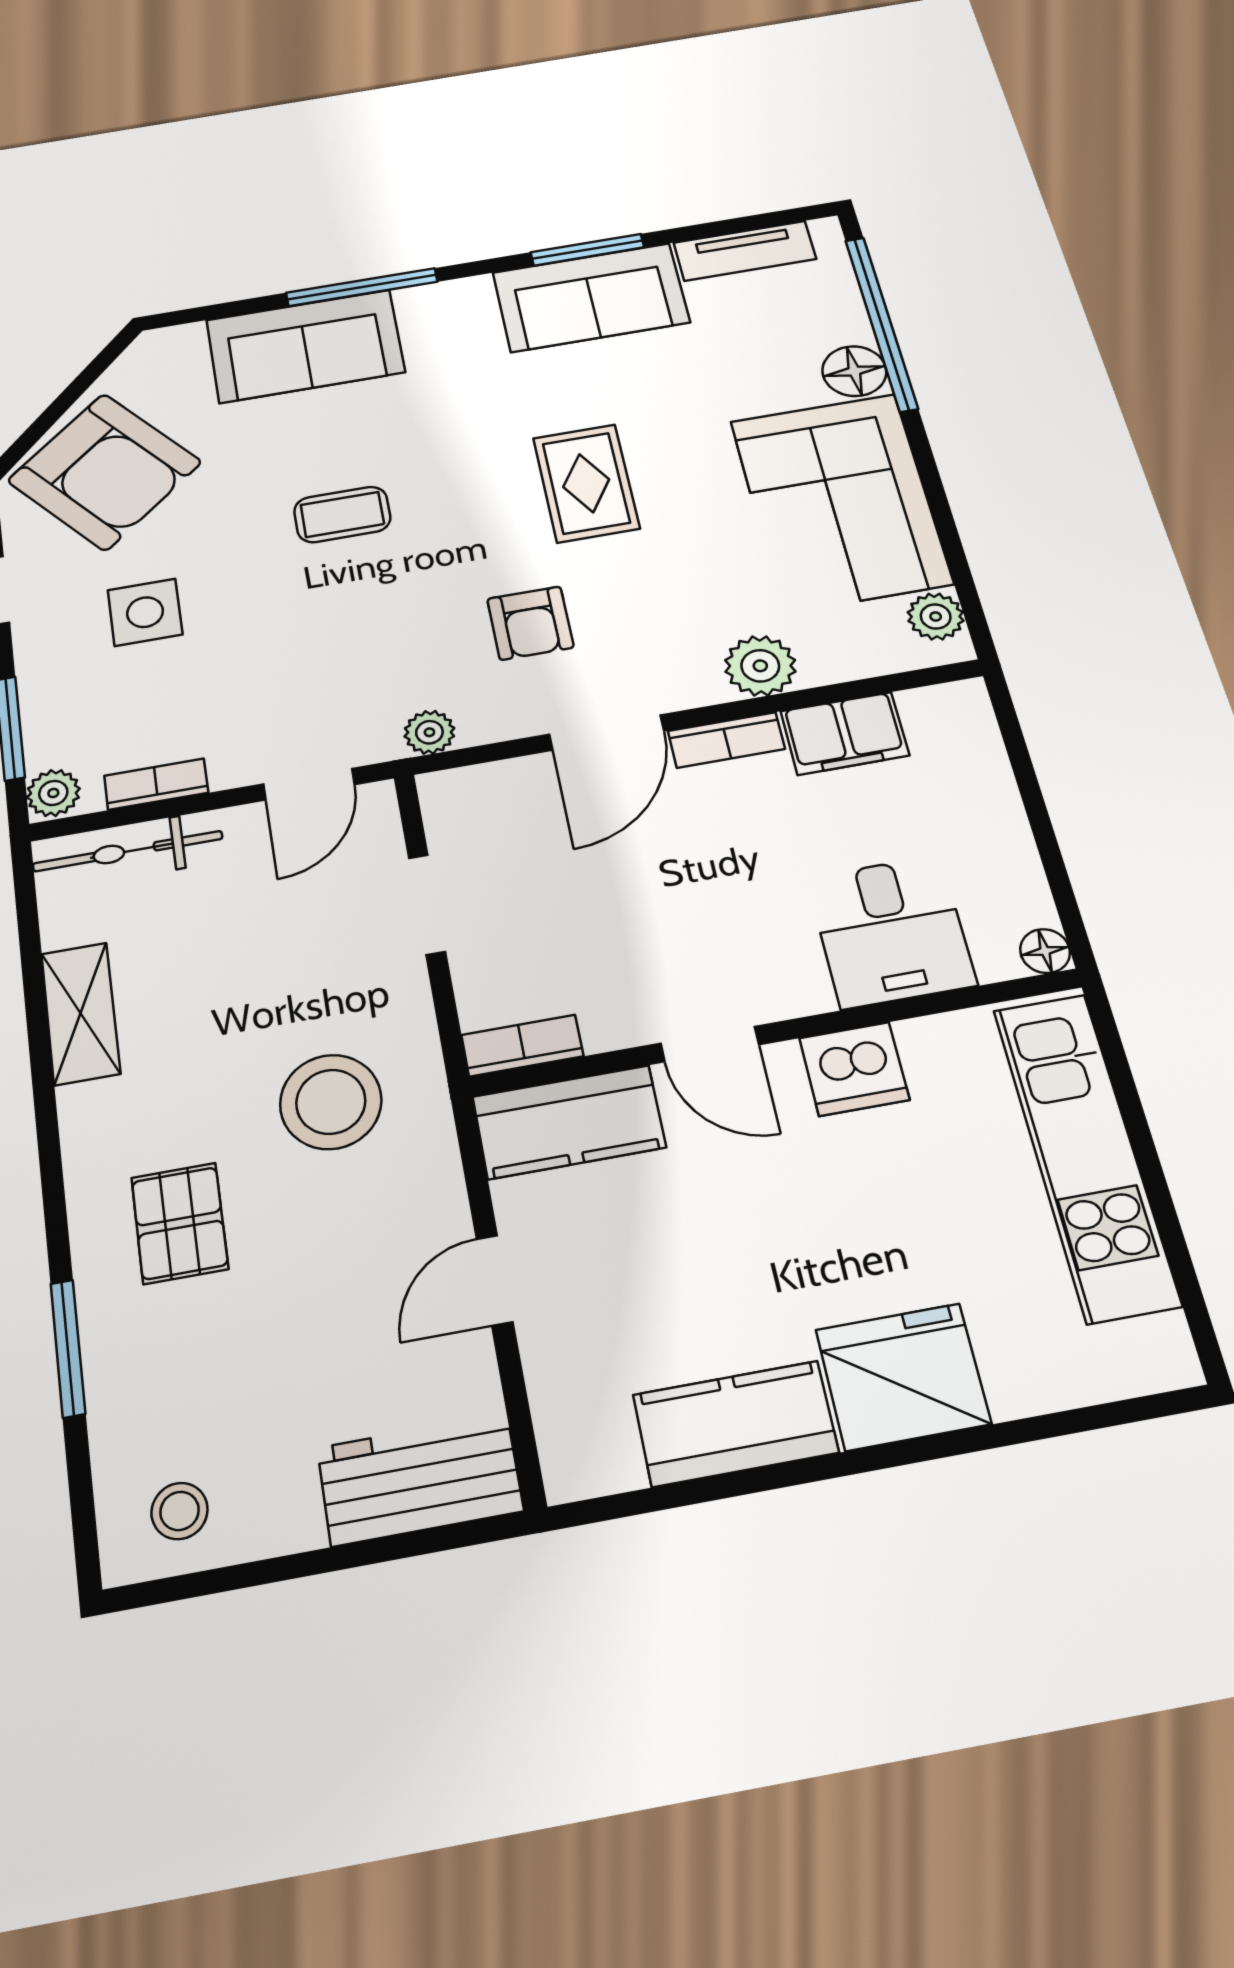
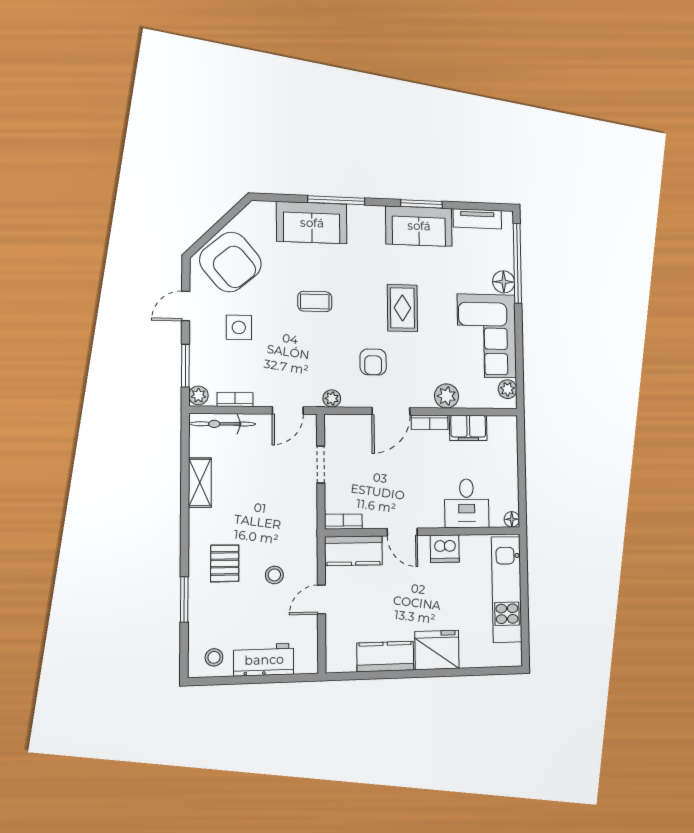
stool: (331, 1102) -> (274, 575), moved, width x0.53, depth x0.53
workbench: (420, 1479) -> (264, 660), moved

